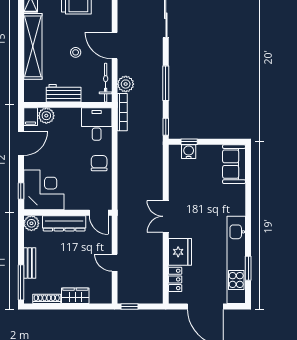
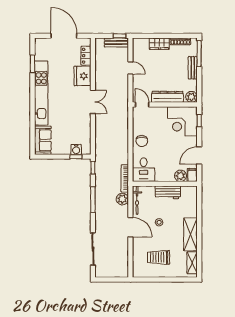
shelving: (33, 46) -> (190, 234), width x0.68
kitchen unit: (236, 260) -> (41, 93), moved
bench: (134, 297) -> (116, 42), added

